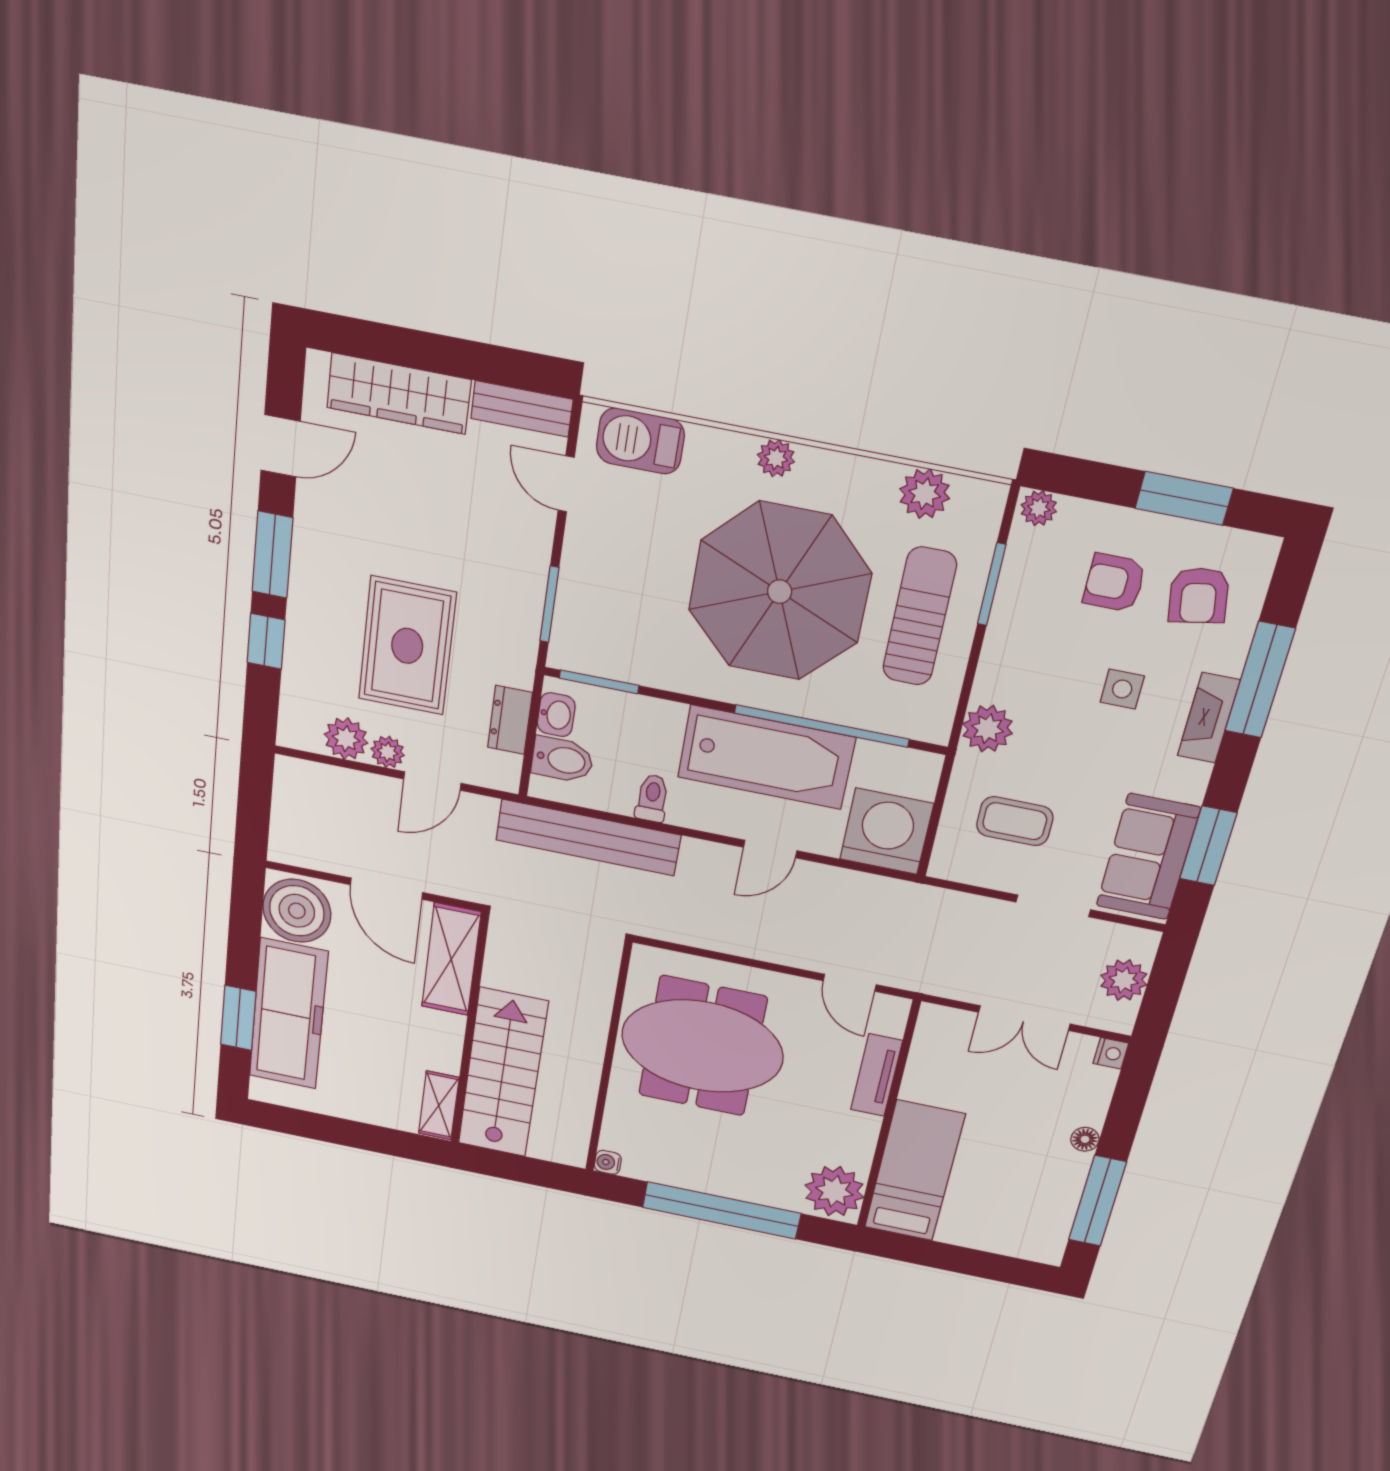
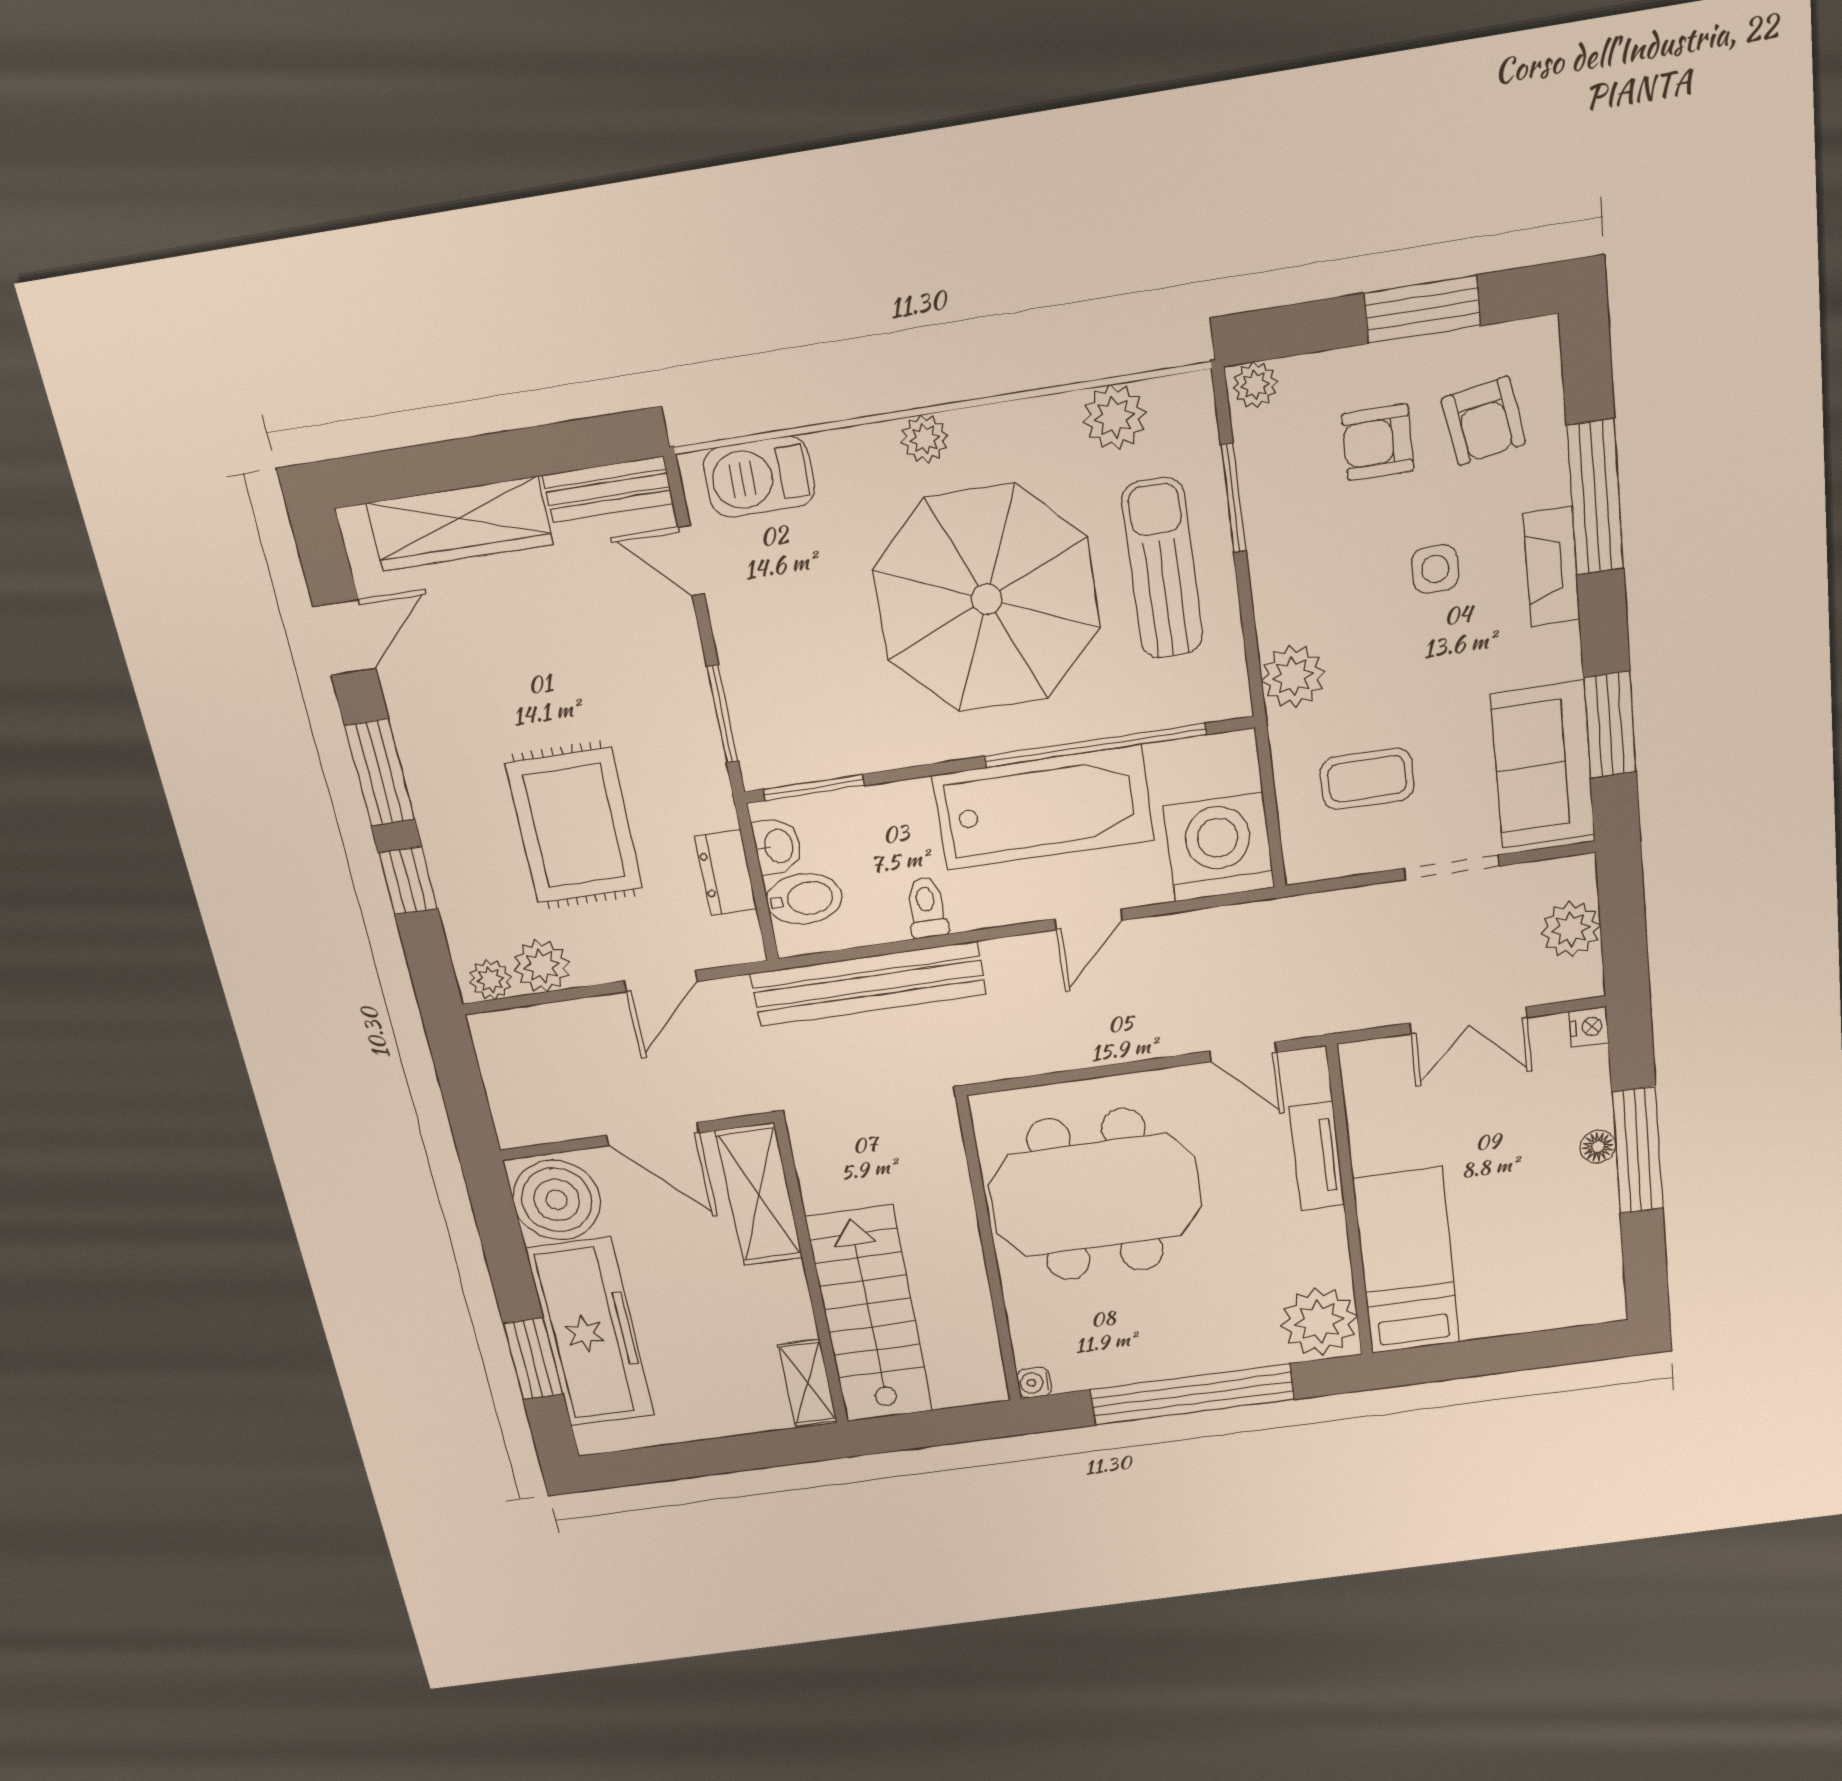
plant: (388, 752) -> (491, 980), moved
window: (1097, 1201) -> (1638, 1151), moved

